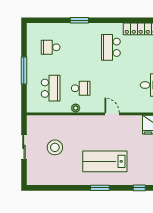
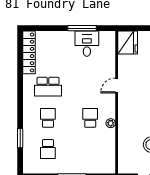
window: (79, 20) -> (20, 138), moved
school desk: (51, 88) -> (48, 118), moved, width x0.54

